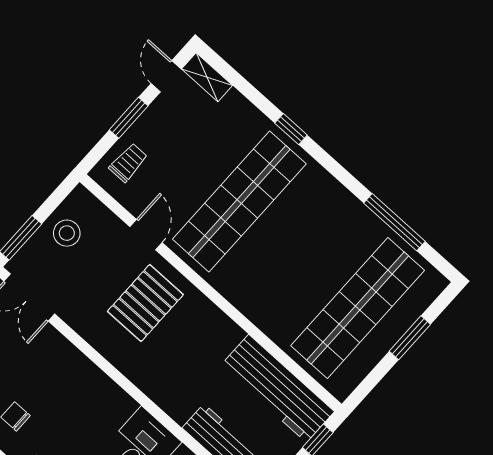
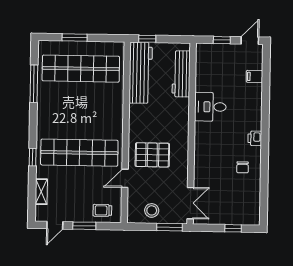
shelving: (207, 77) -> (41, 192), moved

